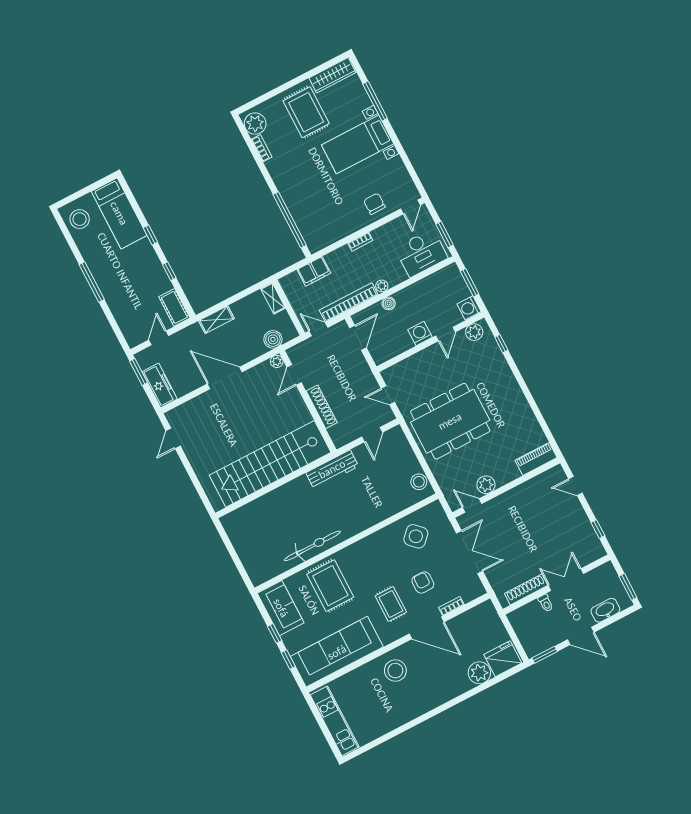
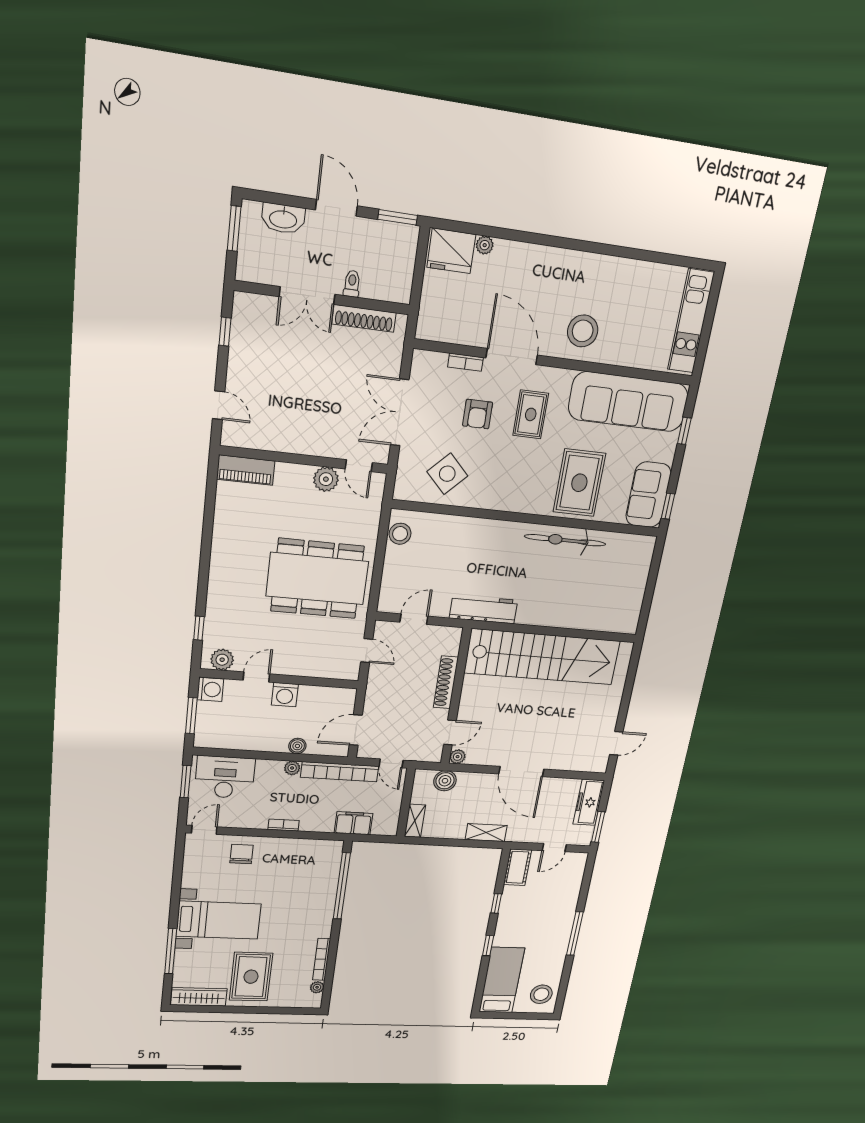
plant: (255, 124) -> (317, 987), width x0.53, depth x0.53
bookcase: (262, 148) -> (322, 959), width x1.56
chair: (374, 204) -> (242, 854), turned 180
window: (275, 633) -> (668, 506), moved
plant: (479, 673) -> (485, 245), width x0.53, depth x0.53

